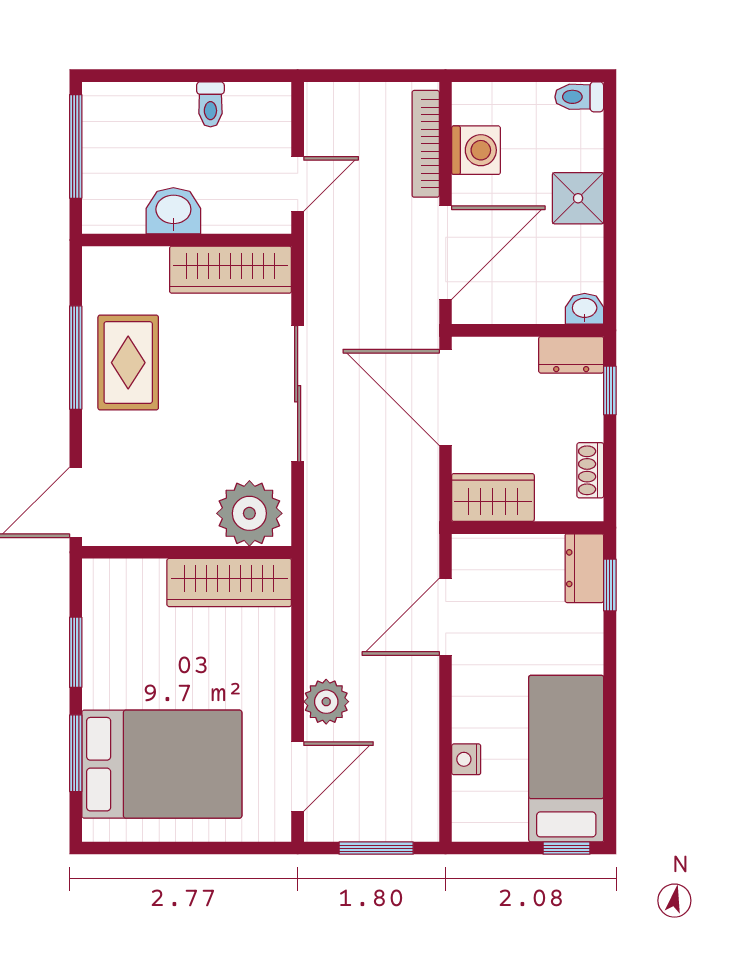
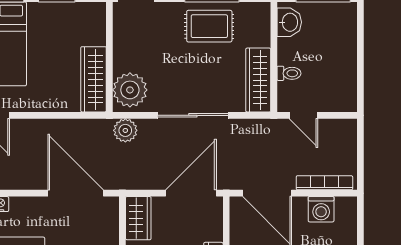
toilet: (210, 104) -> (289, 73), moved, turned 180
washbasin: (173, 211) -> (289, 22), moved
door: (446, 617) -> (76, 193), width x1.36
plant: (326, 702) -> (125, 130), moved

